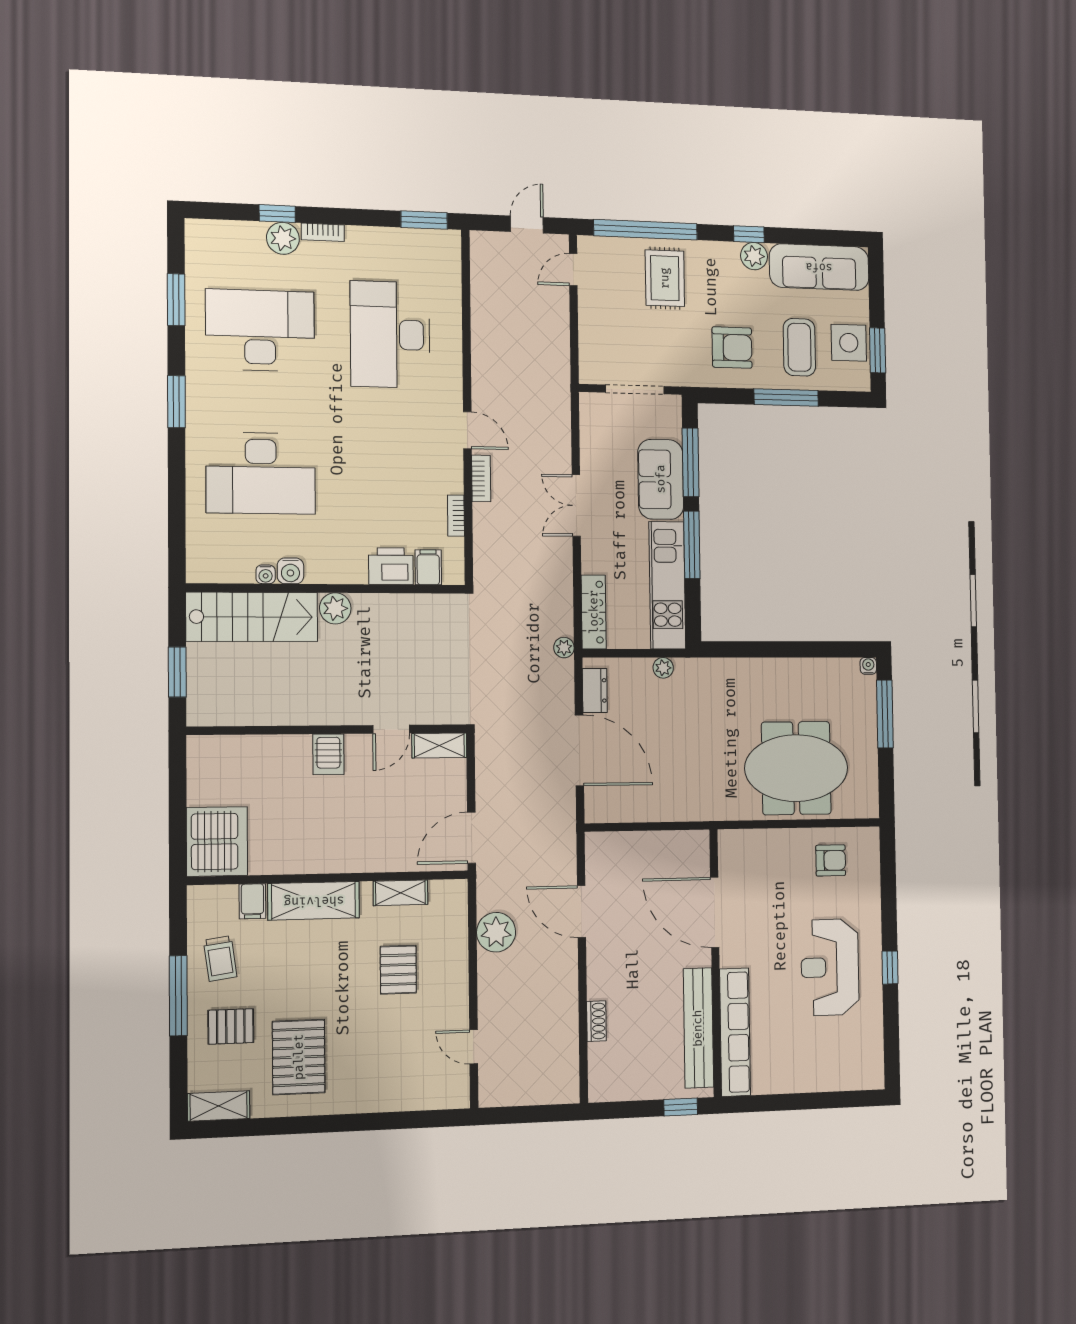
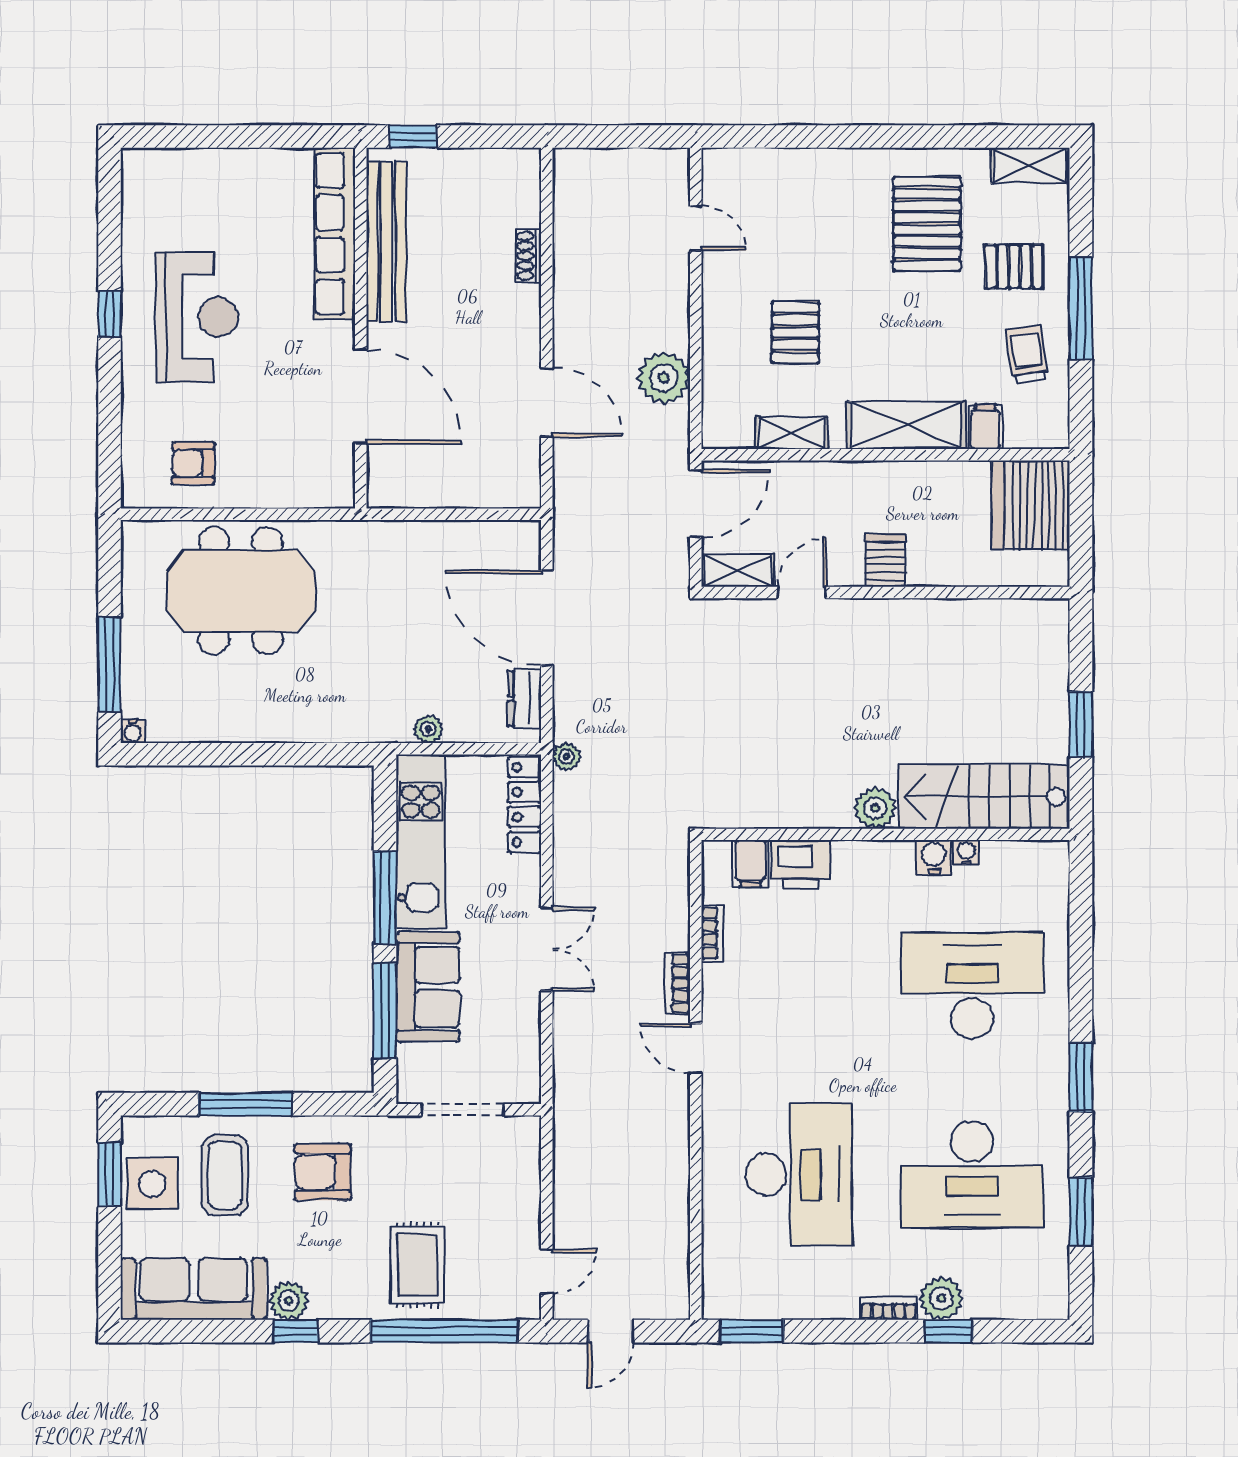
door: (391, 729) -> (802, 592), moved
wall: (328, 730) -> (885, 592), moved
shelving: (439, 746) -> (738, 570), moved
server rack: (328, 754) -> (885, 560), moved

